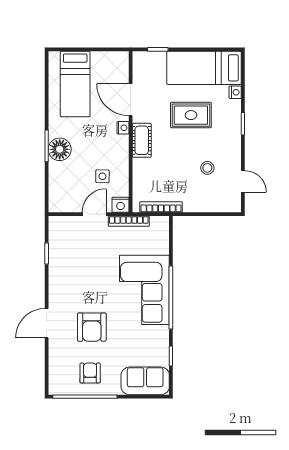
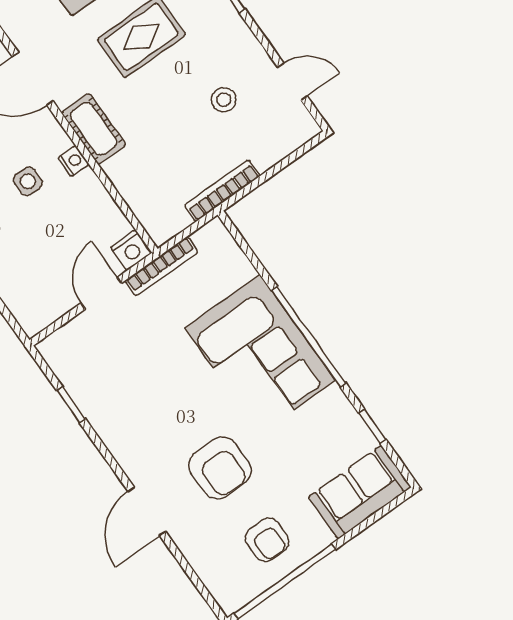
nightstand: (123, 128) -> (73, 161), moved
side table: (102, 176) -> (28, 181), moved
bookcase: (161, 207) -> (222, 191), moved
armchair: (90, 373) -> (267, 540), turned 180

